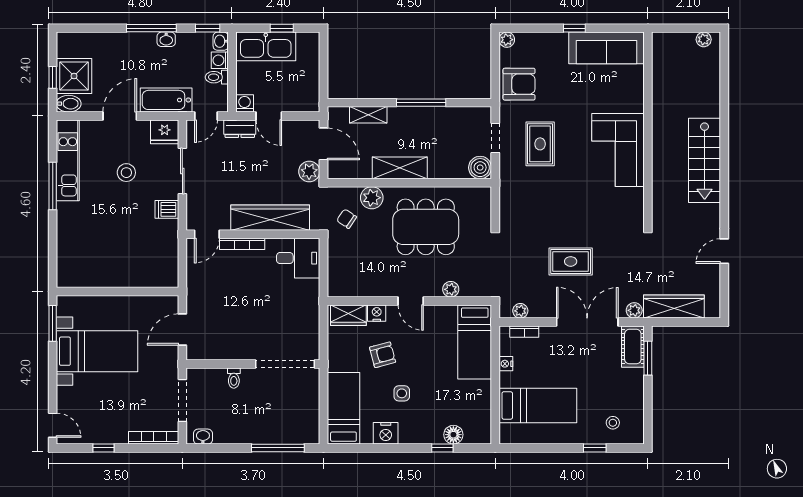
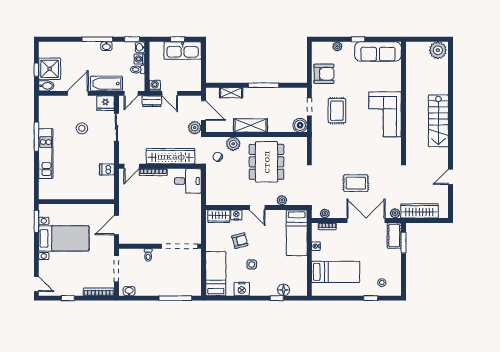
plant: (704, 39) -> (438, 50), width x1.88, depth x1.88
plant: (507, 40) -> (337, 46), moved
kitchen sink: (266, 46) -> (183, 50), moved
kitchen unit: (68, 160) -> (46, 154), moved
dishwasher: (167, 209) -> (107, 169), moved
dining table: (426, 227) -> (266, 162), turned 90

